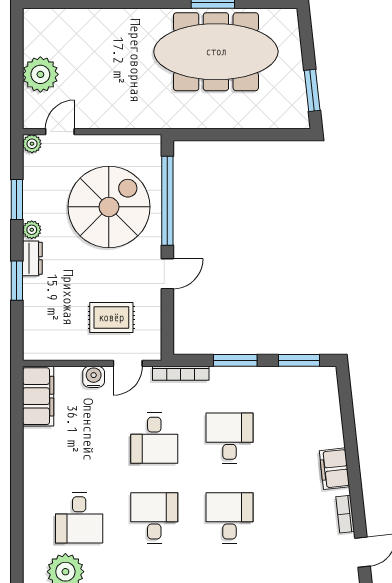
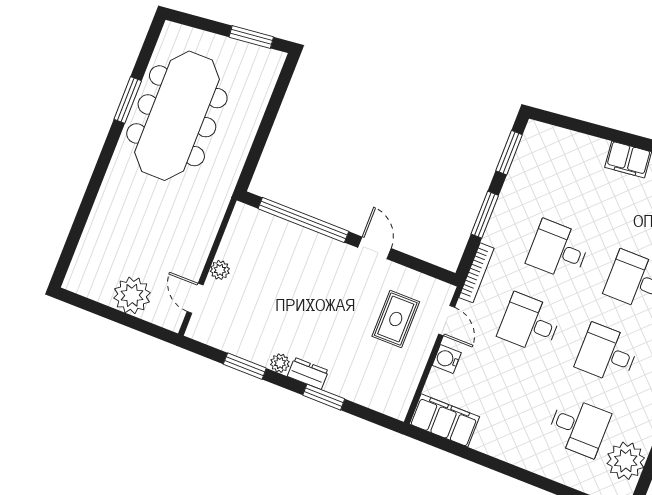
plant: (32, 144) -> (220, 270), moved
spiral stairs: (109, 207) -> (287, 279), removed
desk: (154, 438) -> (530, 323), turned 180

